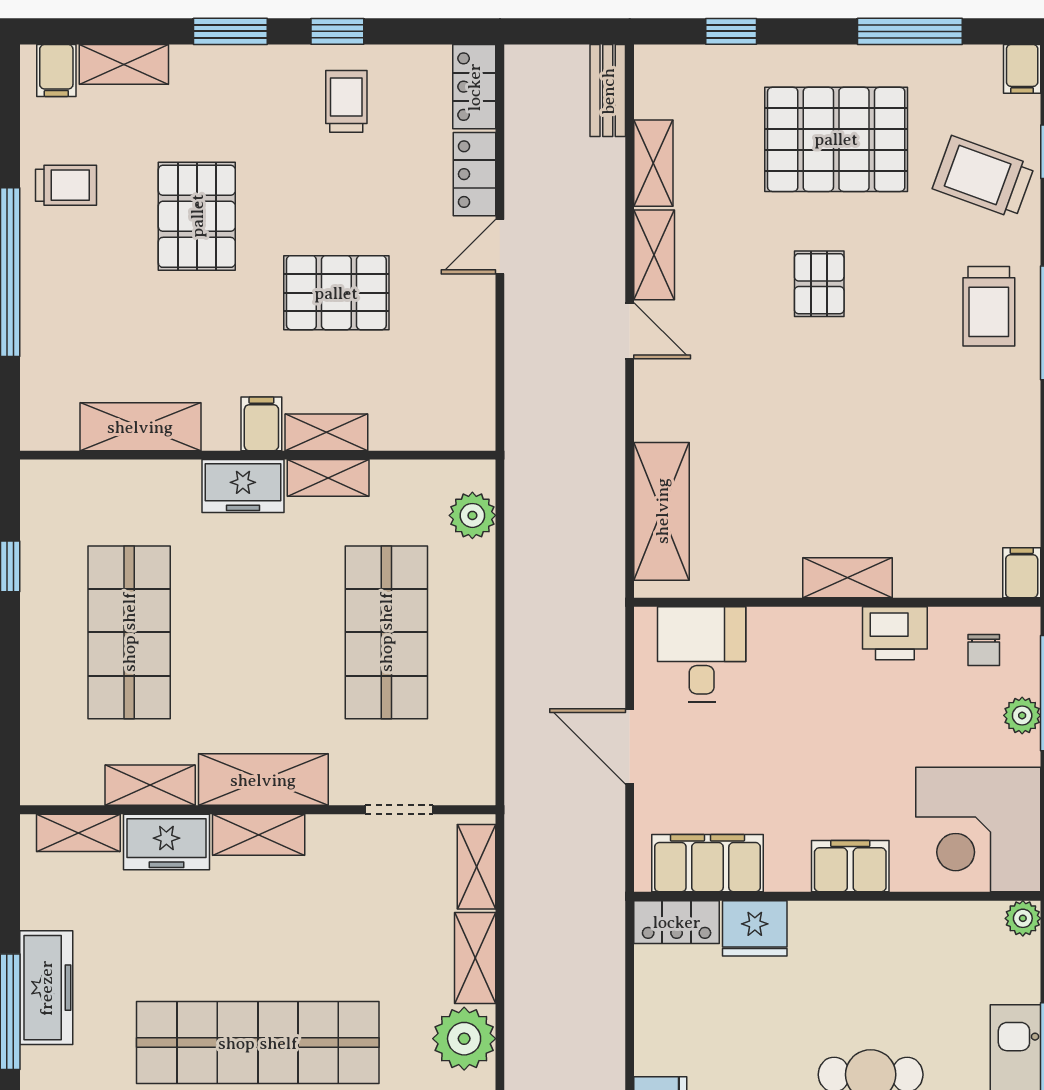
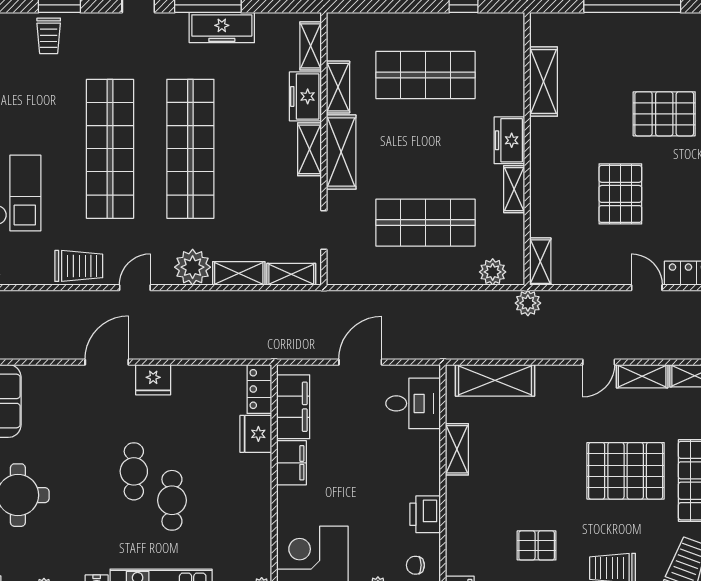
trolley: (66, 185) -> (682, 39), removed
pallet: (819, 284) -> (626, 471), width x2.05, depth x2.00
filing cabinet: (261, 424) -> (545, 151), removed
shelving: (326, 432) -> (540, 262), moved
pallet: (949, 439) -> (537, 545), added
plant: (527, 454) -> (528, 303), added
shelving: (847, 578) -> (457, 449), moved
filing cabinet: (850, 866) -> (291, 463), moved

